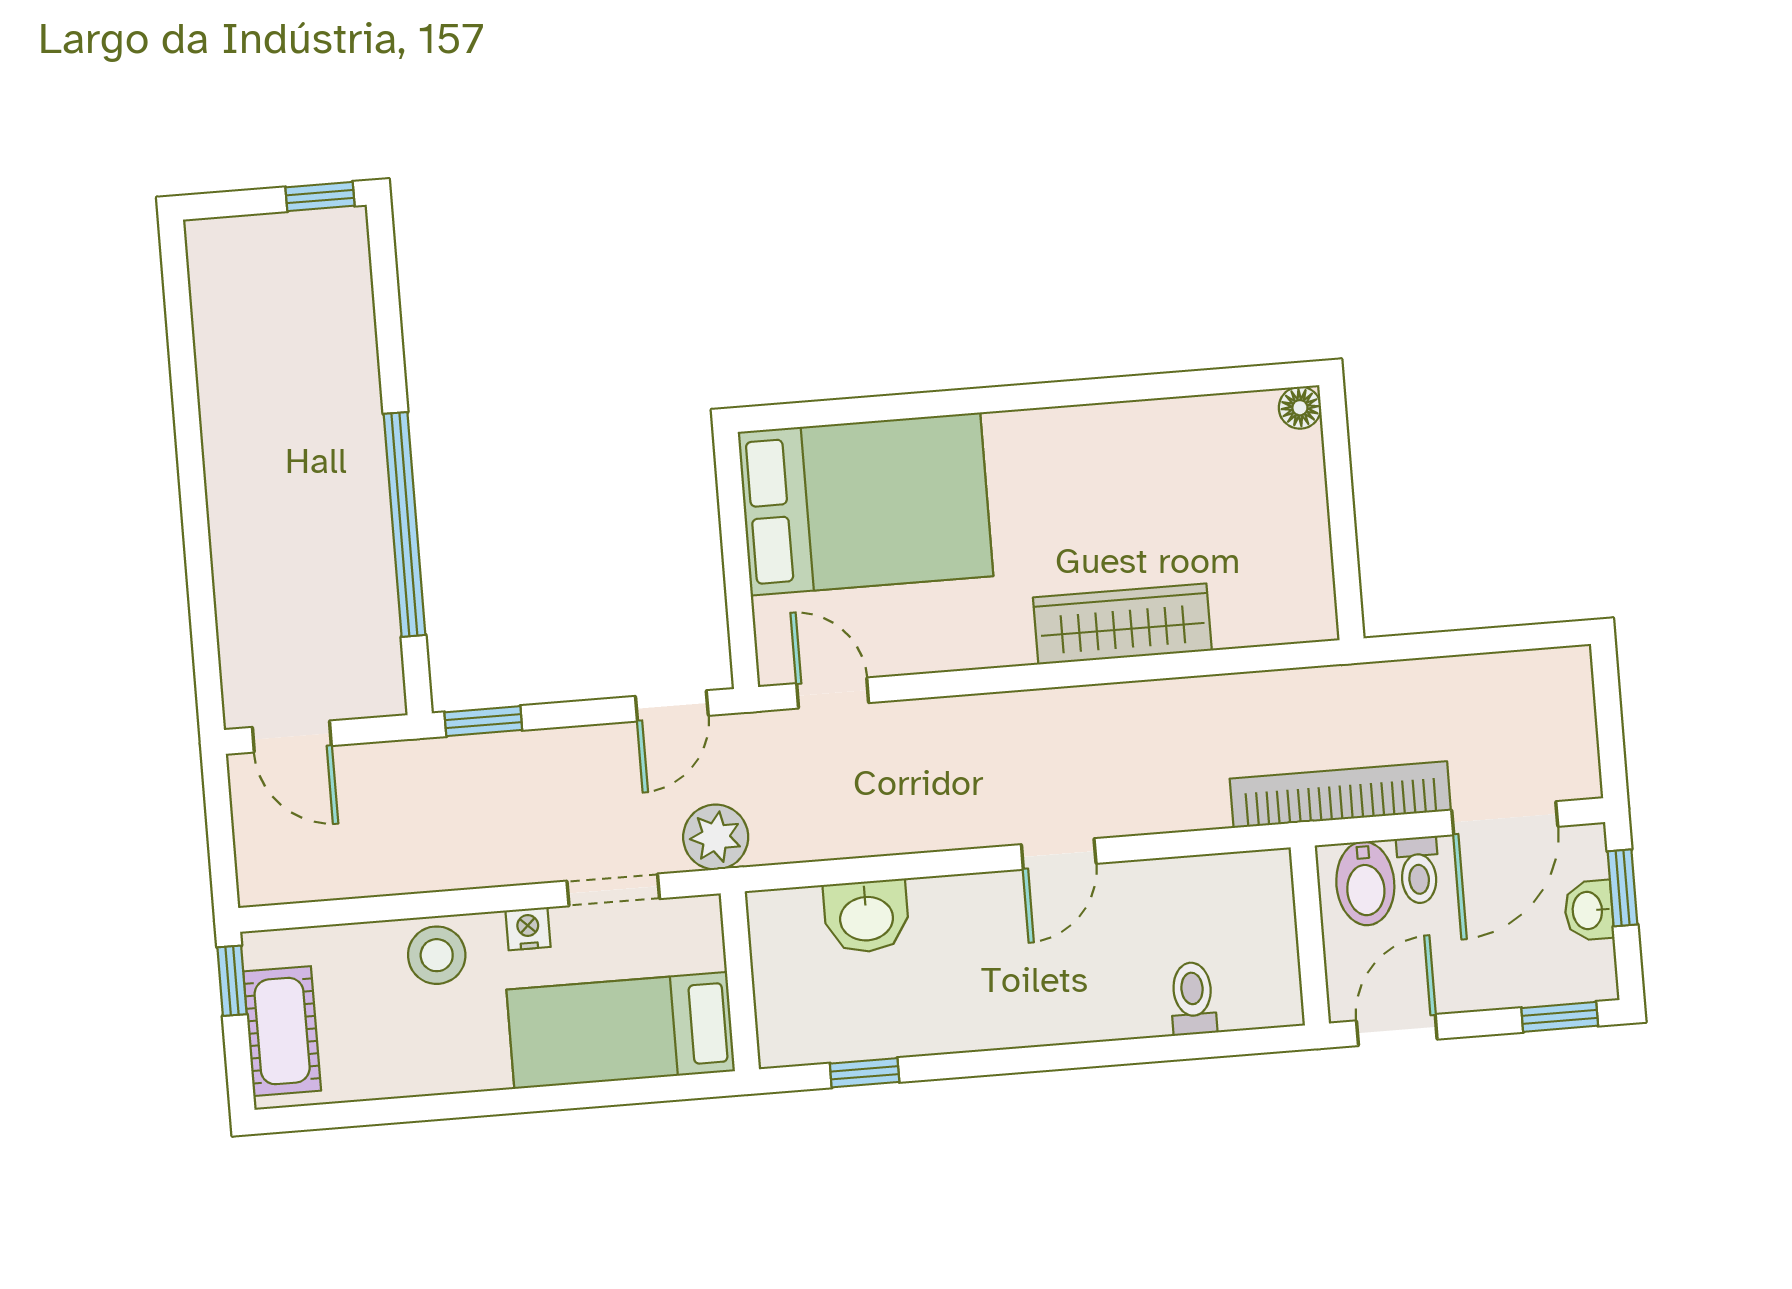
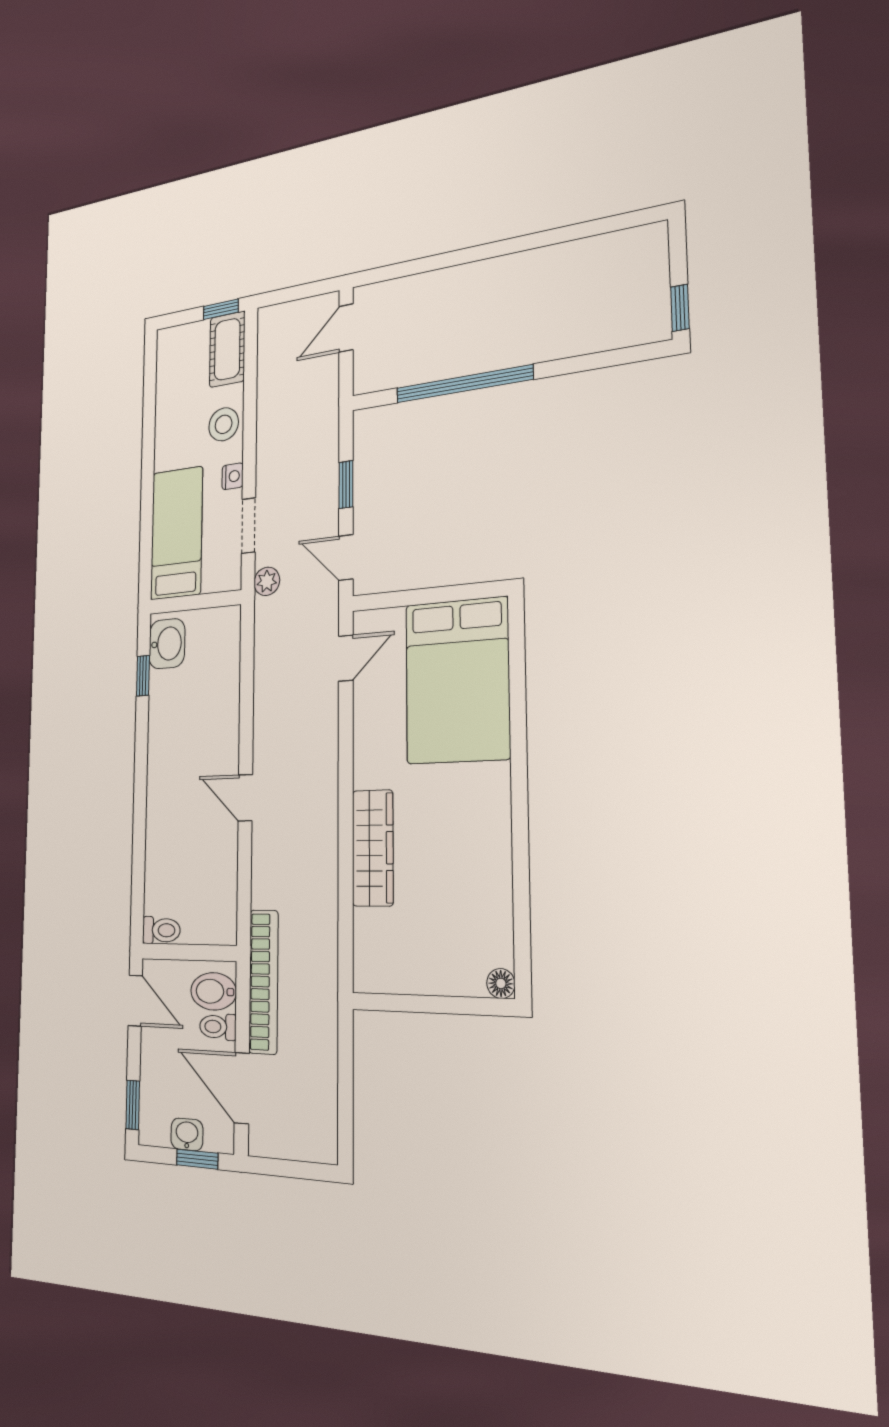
window: (483, 721) -> (346, 485), moved
plant: (716, 837) -> (267, 581), width x0.73, depth x0.73
washbasin: (866, 917) -> (167, 644), moved, turned 180
toilet: (1193, 998) -> (161, 930), moved
cot: (282, 1031) -> (227, 349), moved, turned 90

